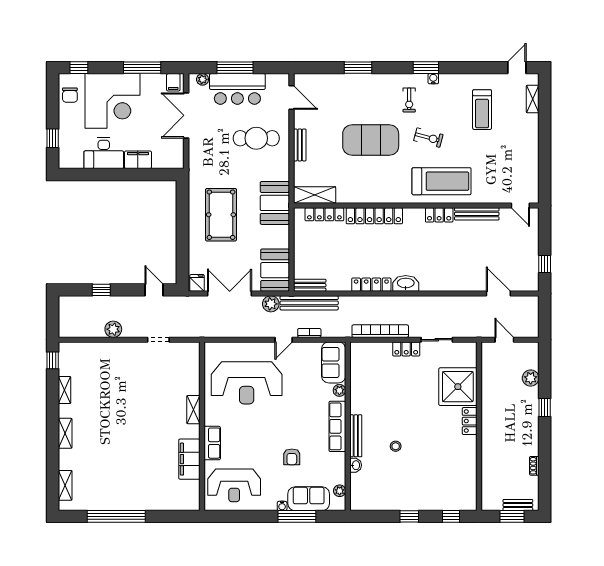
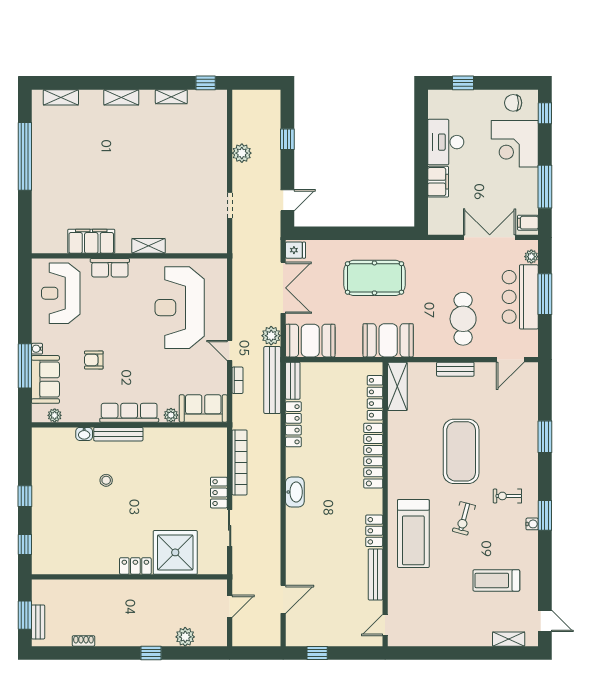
corner desk: (112, 101) -> (515, 144), width x0.74, depth x0.74
locker: (371, 285) -> (293, 424), moved

